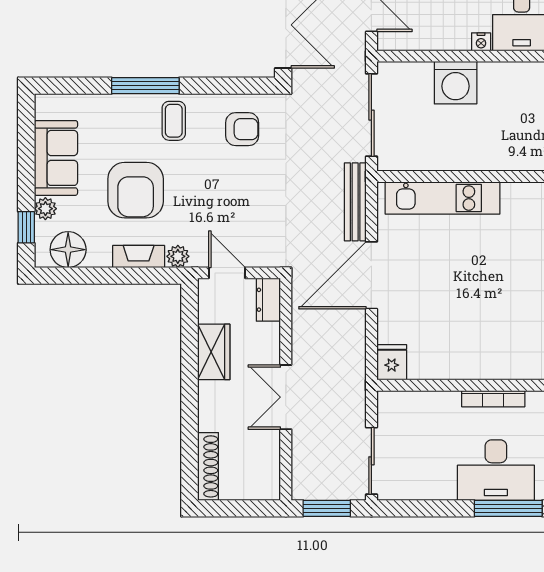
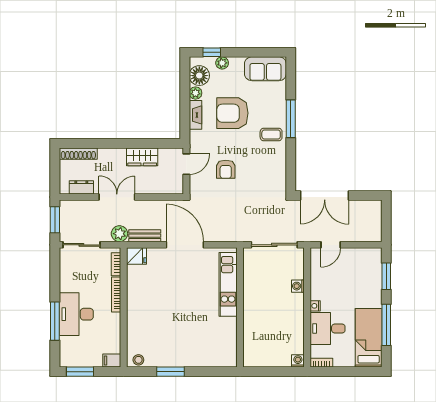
washing machine: (456, 83) -> (298, 286), width x0.53, depth x0.53
armchair: (242, 129) -> (226, 169), moved
sofa: (56, 158) -> (265, 69), moved
bench: (355, 202) -> (145, 236), moved, width x0.73
plant: (178, 256) -> (195, 93), moved
dresser: (268, 300) -> (81, 187), moved
plant: (352, 393) -> (119, 234), added
bookcase: (406, 399) -> (116, 264), added
bookcase: (493, 399) -> (116, 295), moved

